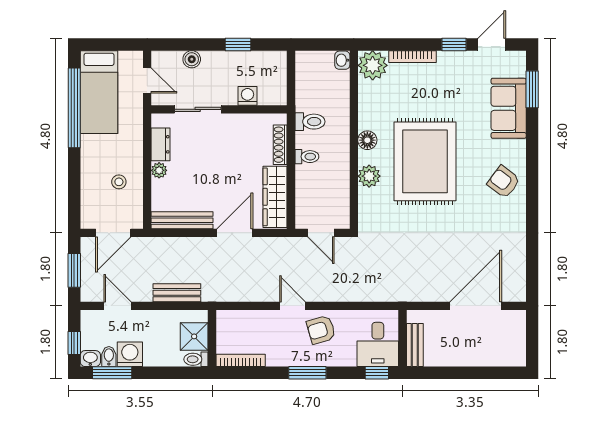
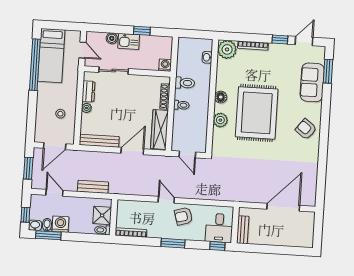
washbasin: (342, 60) -> (207, 57), moved
kitchen sink: (218, 62) -> (129, 41), added
washing machine: (247, 96) -> (165, 65), moved

